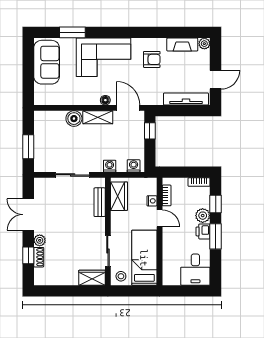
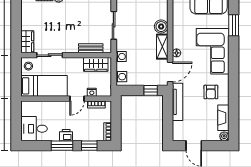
tv unit: (186, 99) -> (178, 102), moved
plant: (203, 216) -> (79, 135), removed

